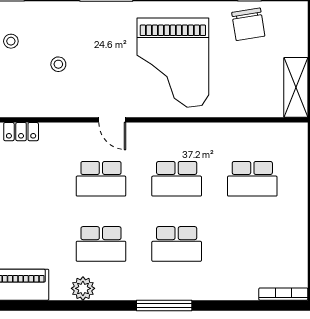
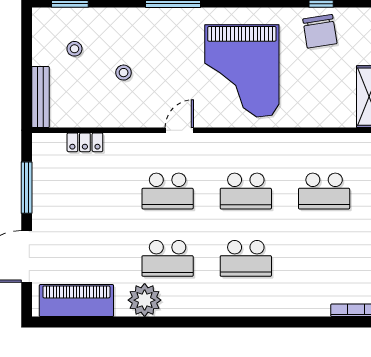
door: (112, 120) -> (179, 130), swing flipped
plant: (83, 288) -> (145, 300), width x1.36, depth x1.36
window: (164, 305) -> (233, 322), removed

